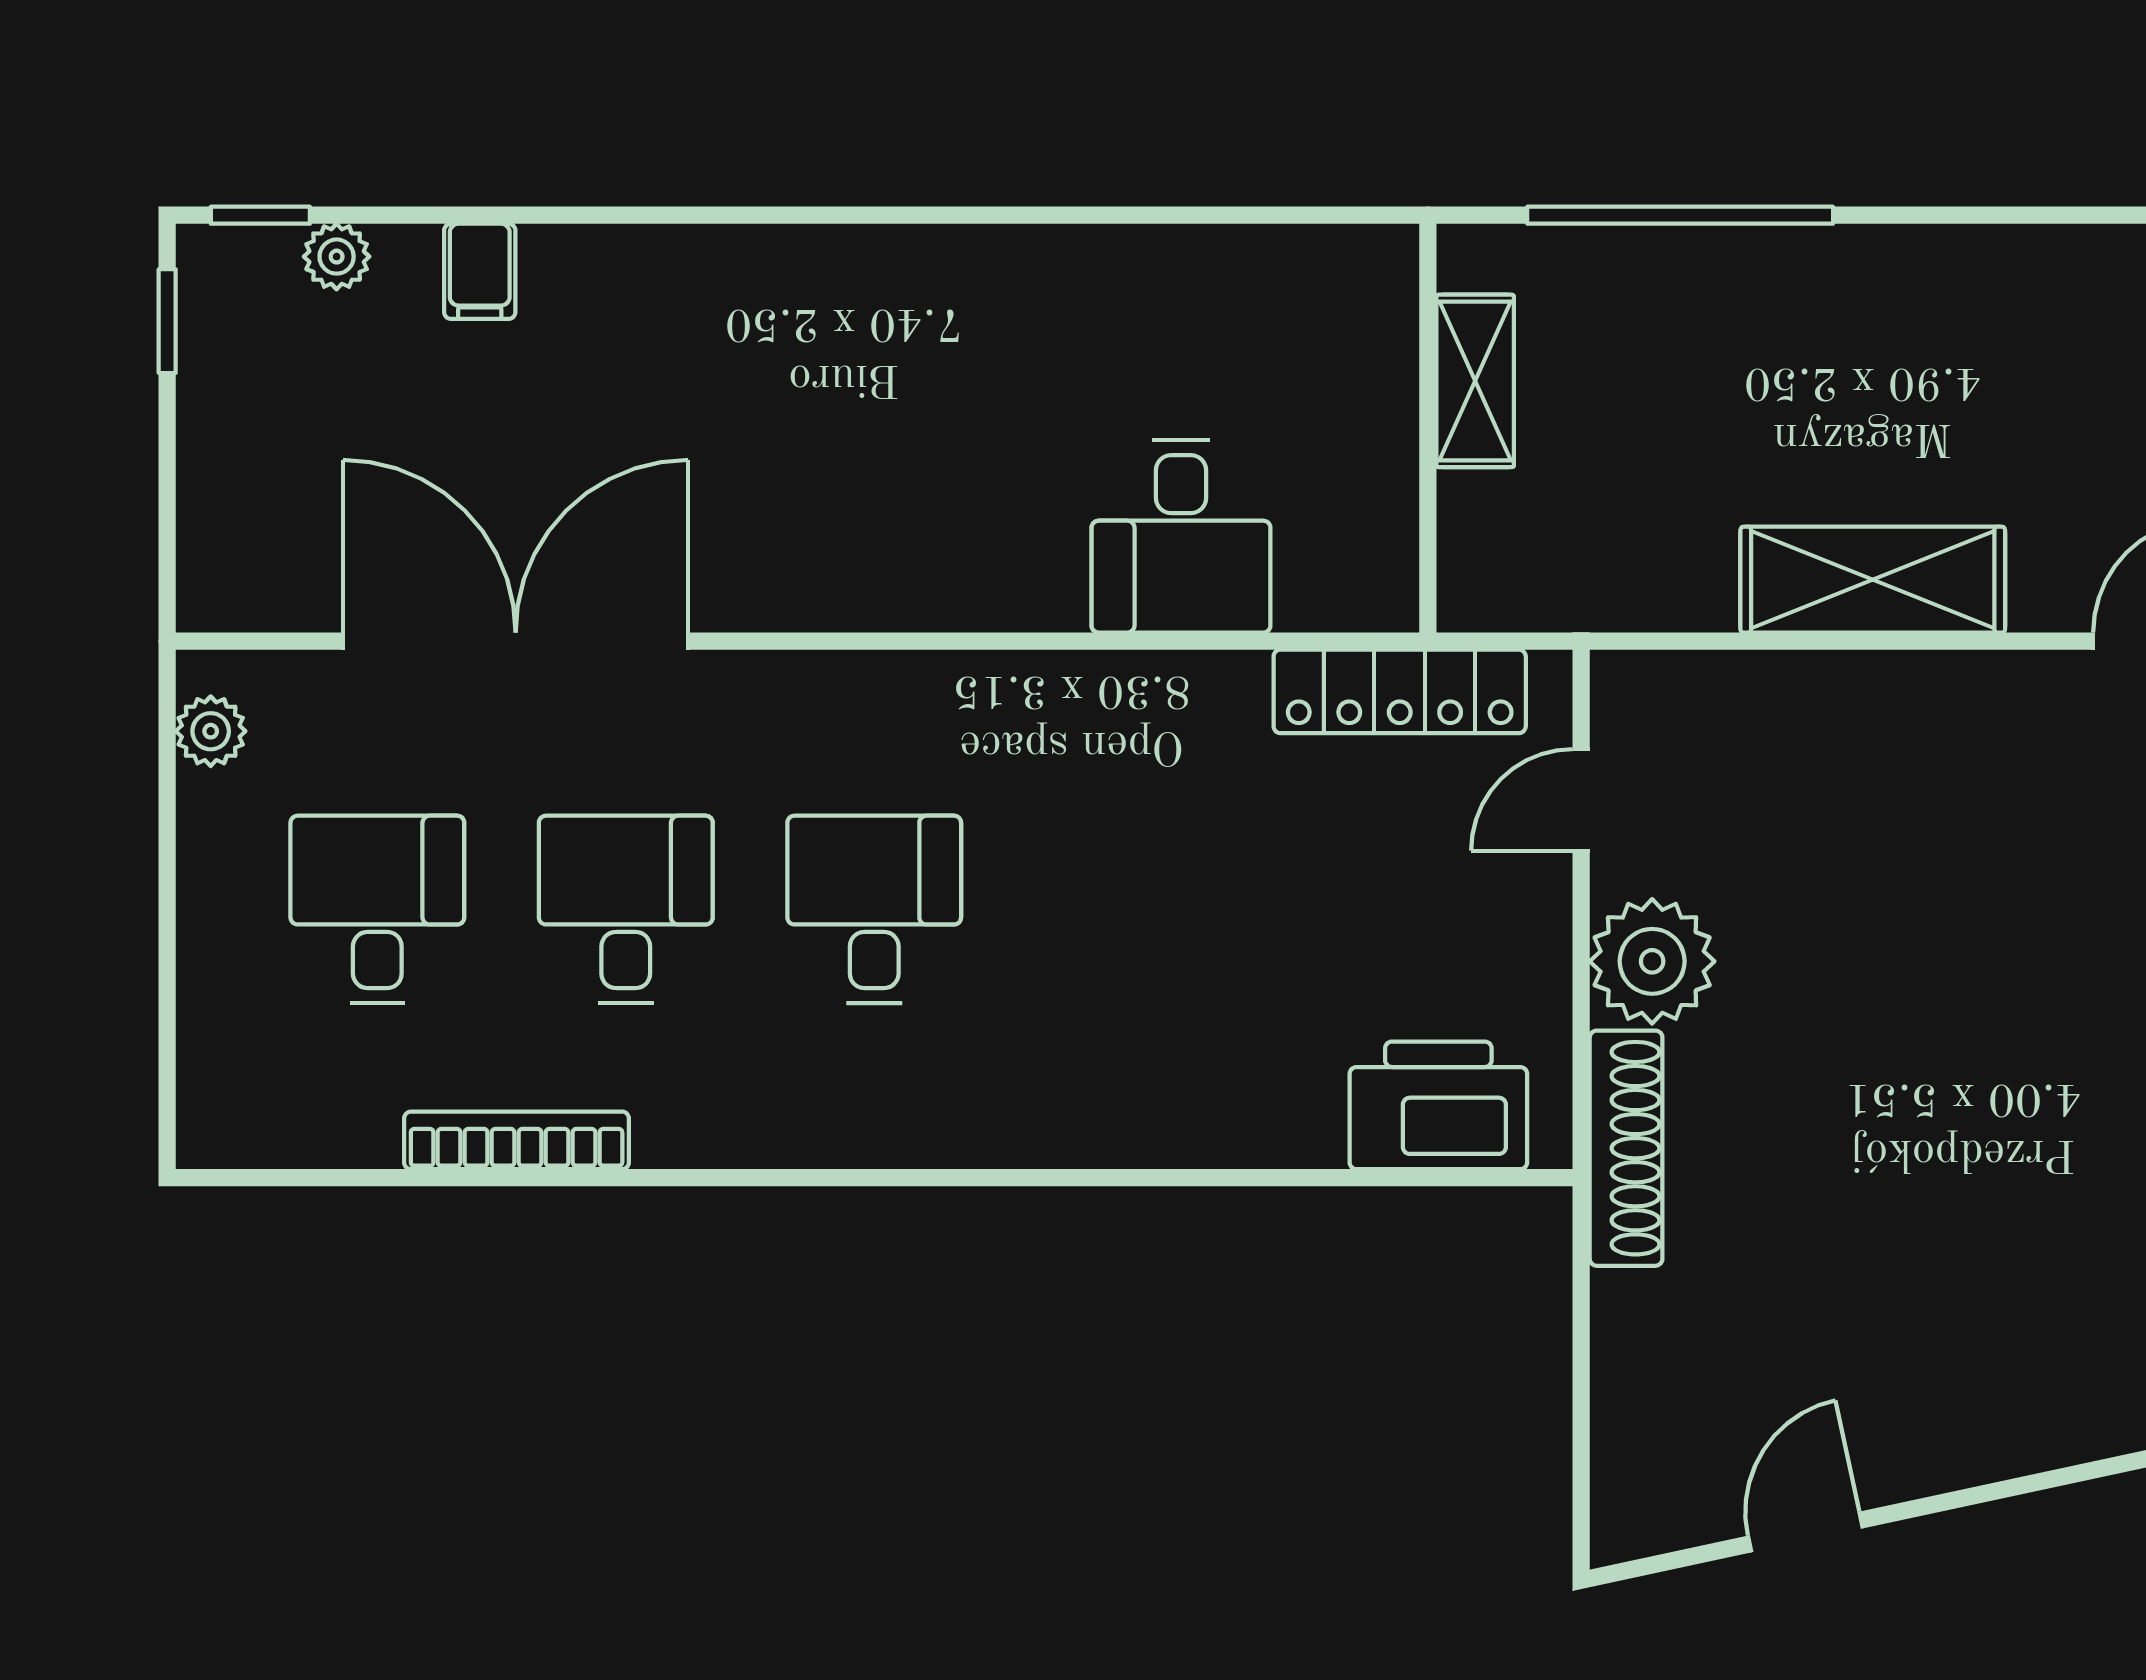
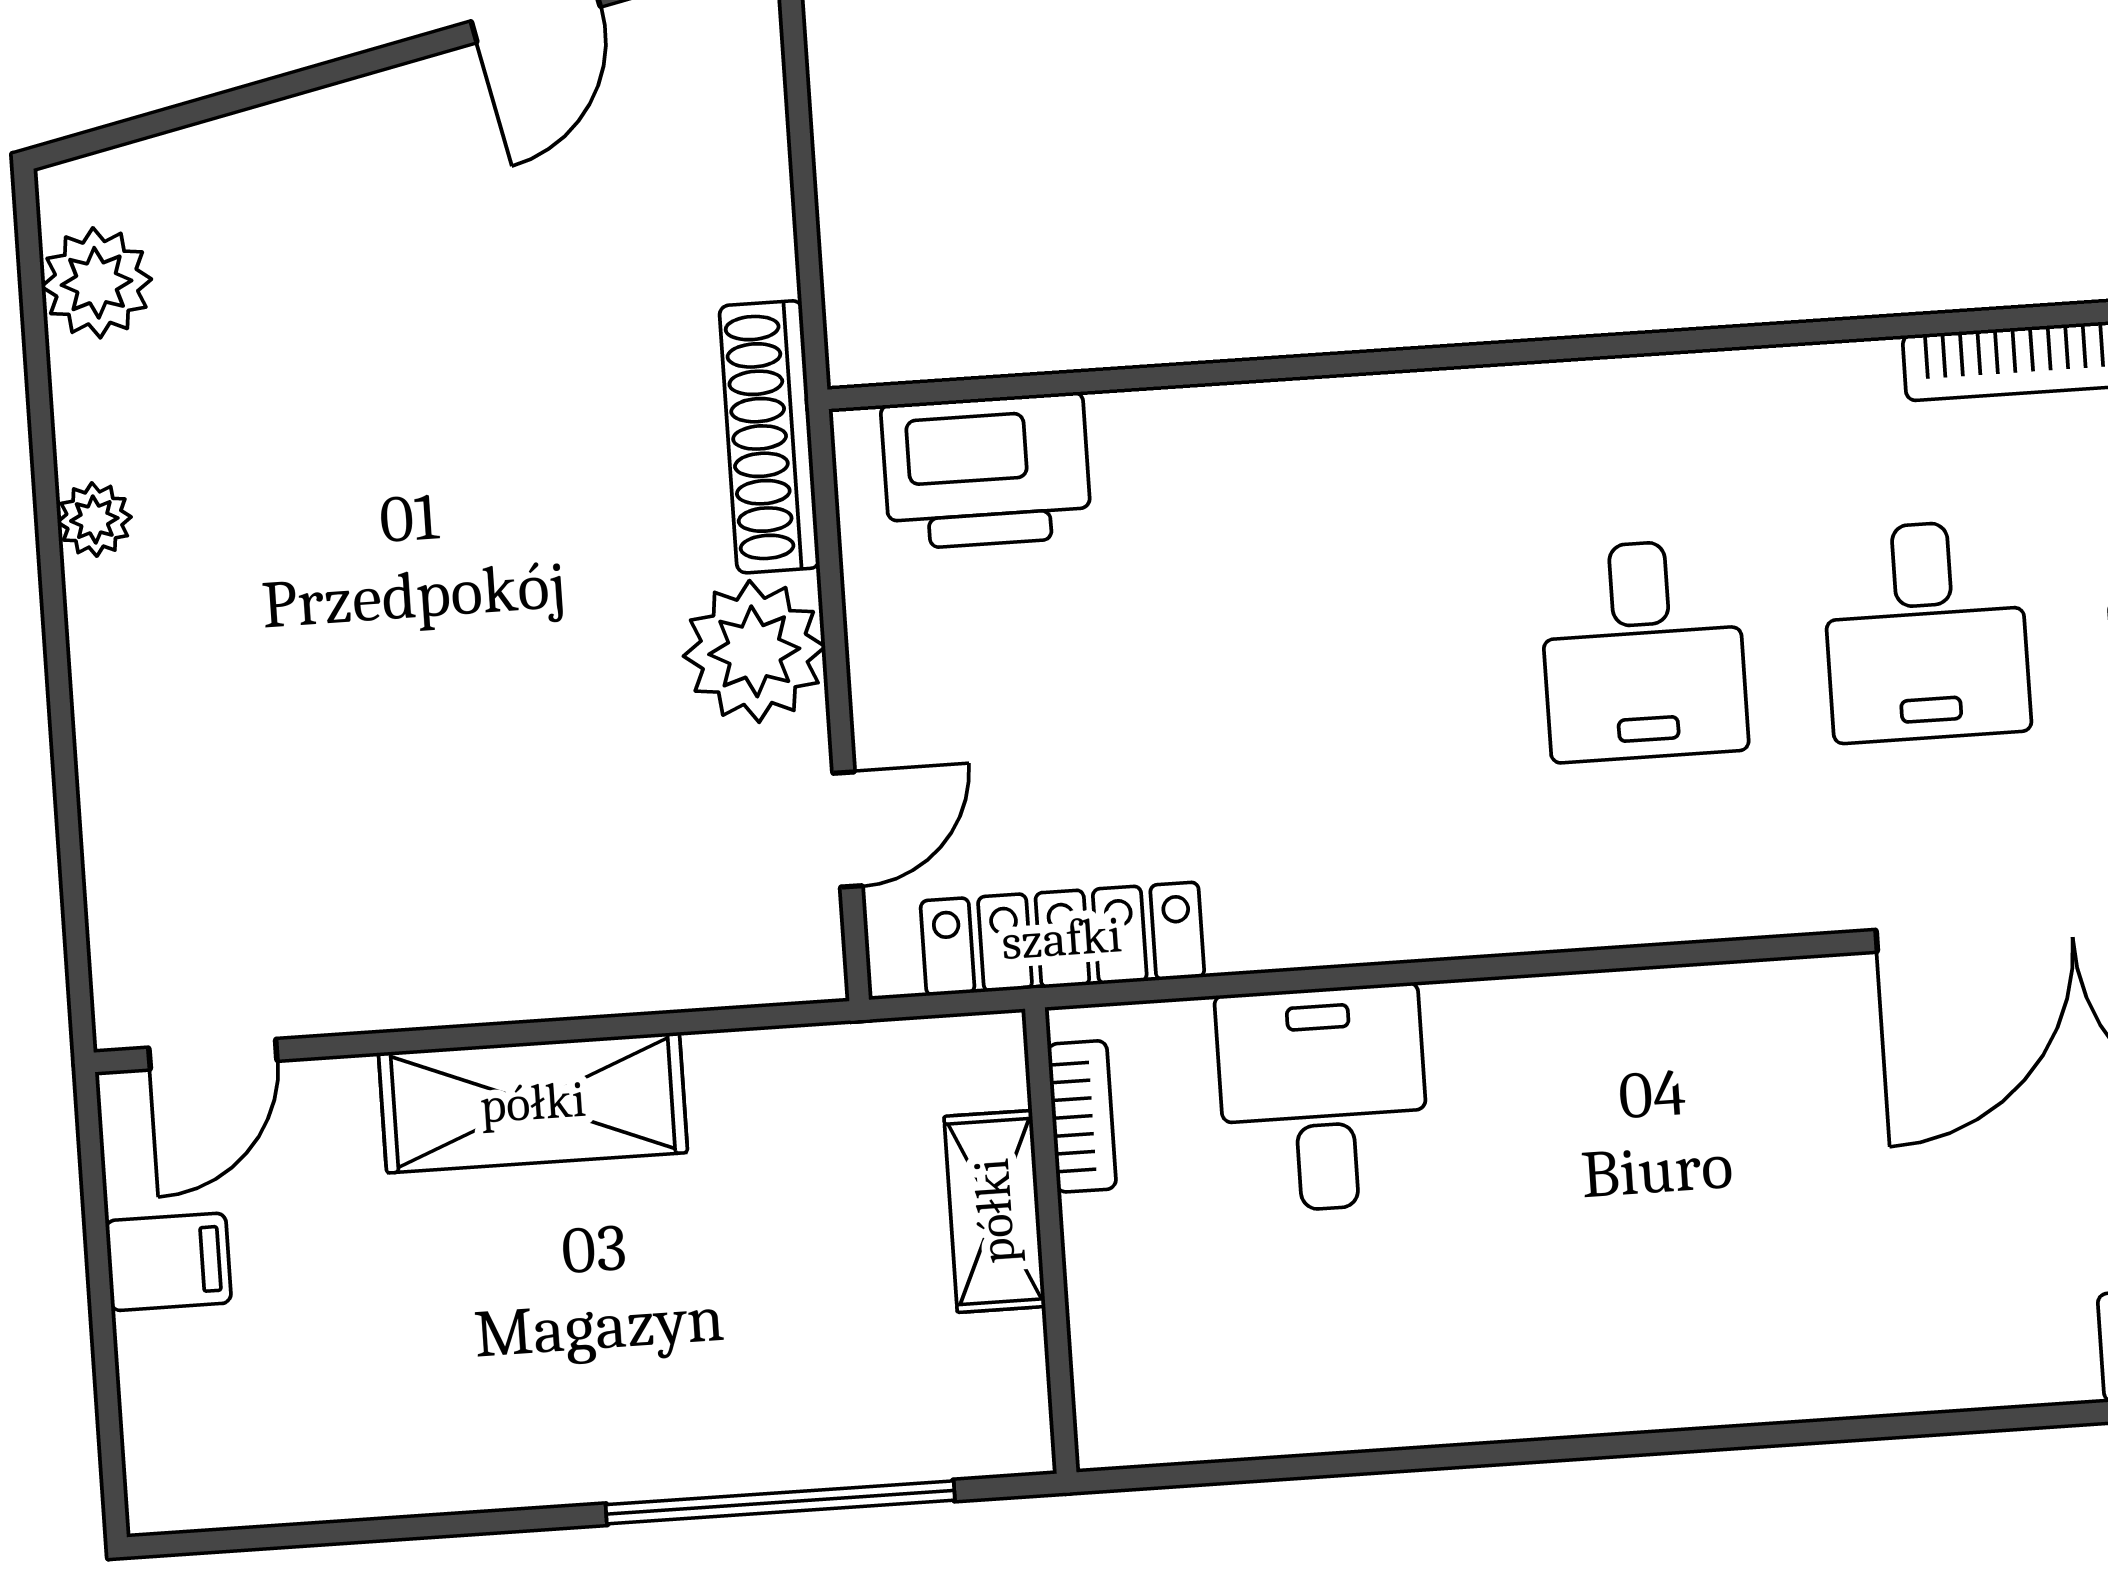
shelving: (1475, 381) -> (995, 1211), moved
bookcase: (1393, 535) -> (1082, 1116), added

